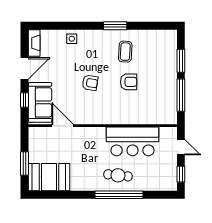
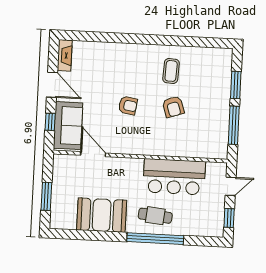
window: (115, 26) -> (161, 40), removed
side table: (72, 39) -> (109, 53), removed
door: (25, 68) -> (52, 85), hinge flipped
armchair: (129, 82) -> (173, 107), turned 72
door: (181, 147) -> (231, 186), hinge flipped
booth: (49, 177) -> (102, 215), moved

